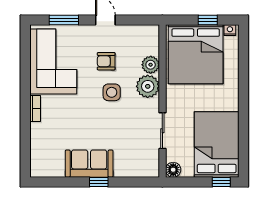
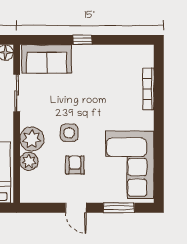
armchair: (106, 61) -> (75, 165), turned -90
bookcase: (35, 108) -> (148, 89), moved, width x1.56
sofa: (89, 164) -> (47, 59), moved

